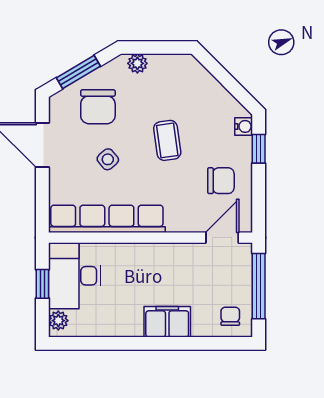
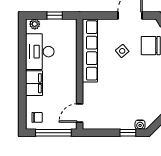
coffee table: (167, 140) -> (132, 83), removed
chair: (221, 181) -> (111, 112), removed
door: (222, 238) -> (80, 113), swing flipped
desk: (75, 276) -> (40, 52), moved, turned -90

